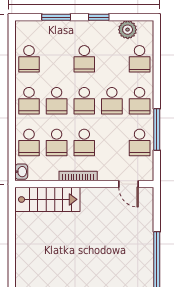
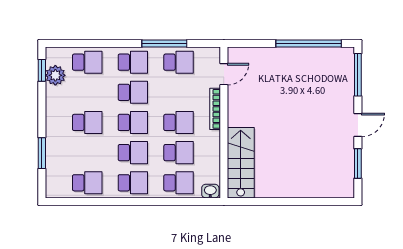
window: (99, 17) -> (42, 70), moved
bookcase: (78, 176) -> (215, 109), moved

